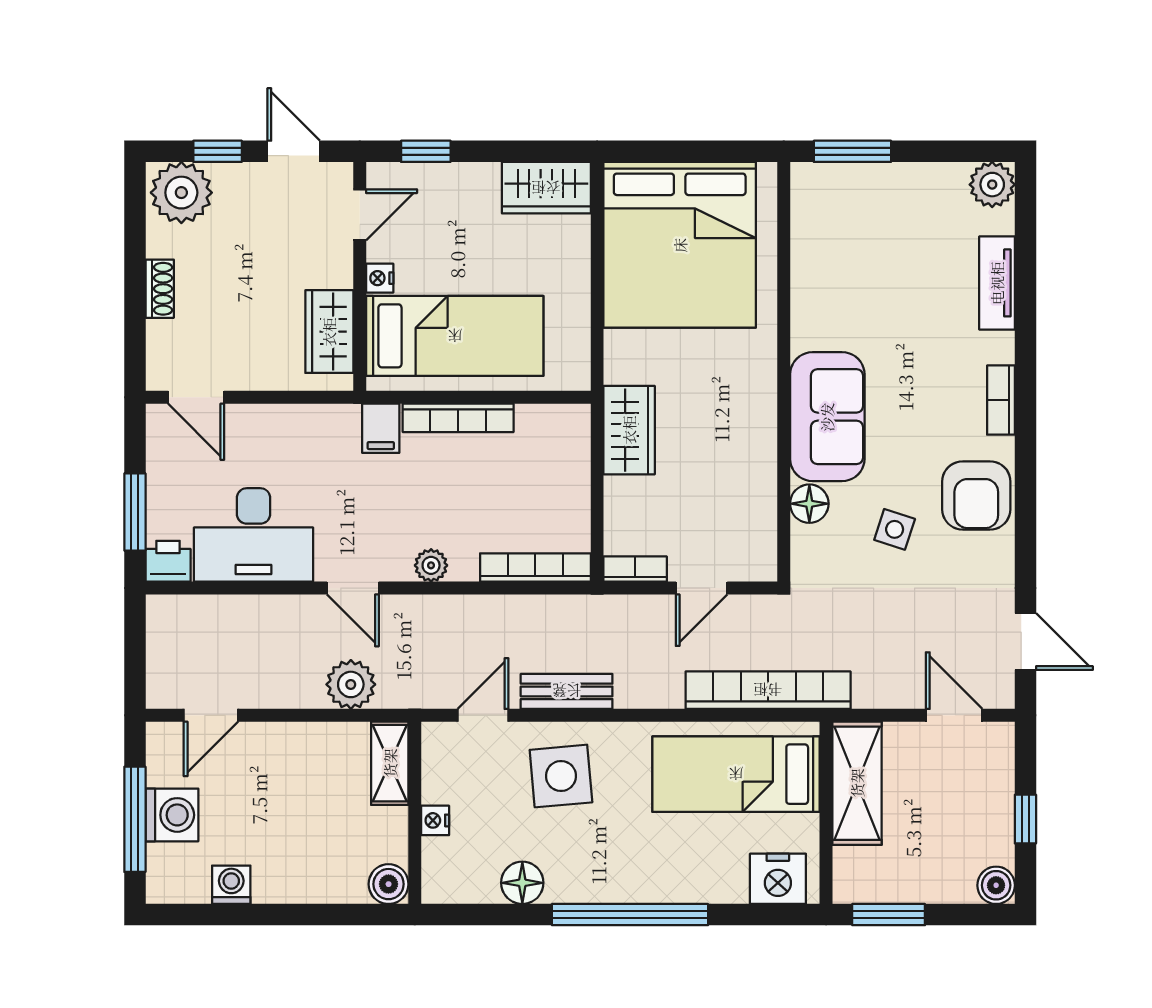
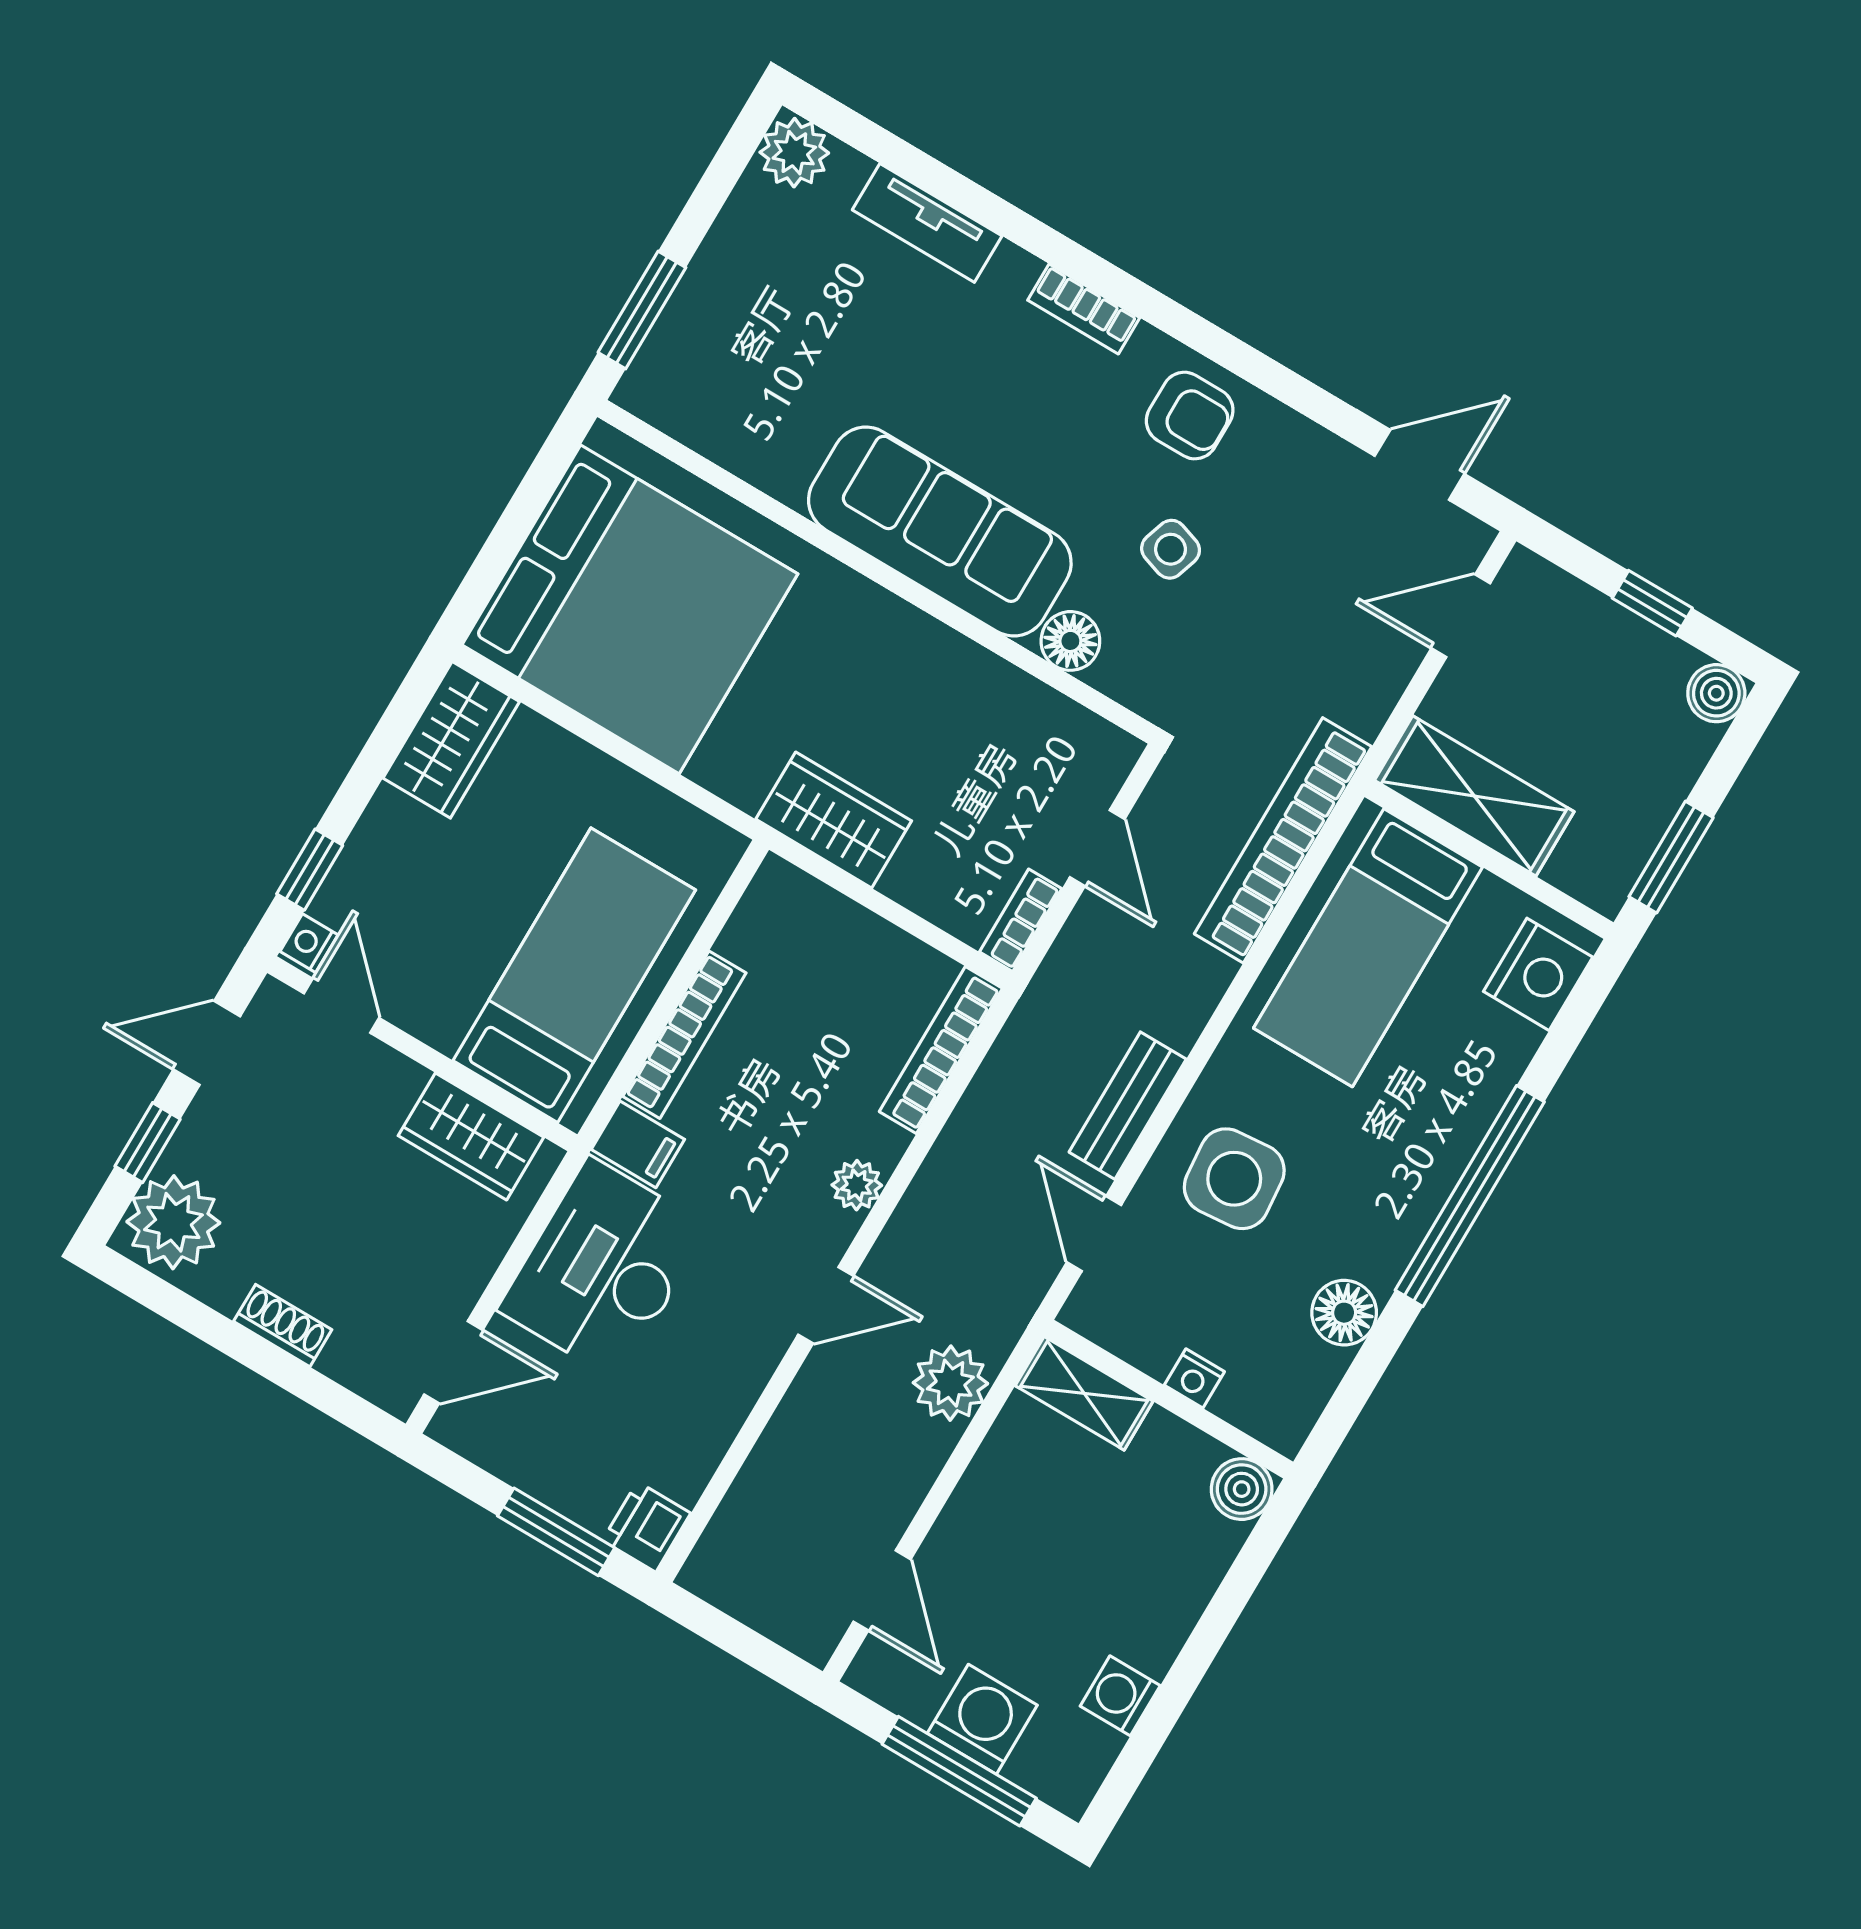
nightstand: (380, 278) -> (309, 943), moved, turned 90
sofa: (827, 417) -> (940, 532), width x1.36
armchair: (976, 495) -> (1190, 416), width x0.72, depth x0.72
desk: (254, 535) -> (603, 1268), moved, turned 180

